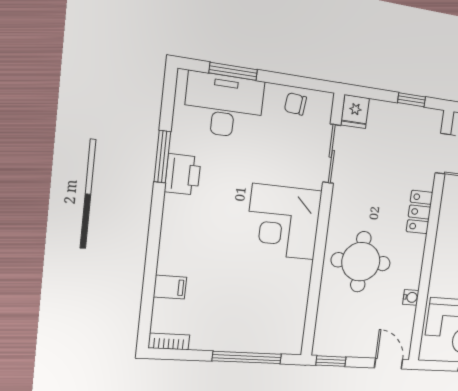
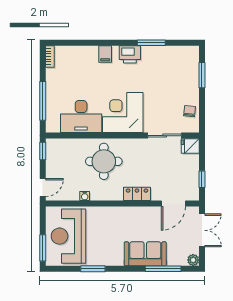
desk: (224, 106) -> (81, 116), moved, turned 90
printer: (183, 174) -> (130, 54), moved
filing cabinet: (170, 287) -> (105, 54), moved

